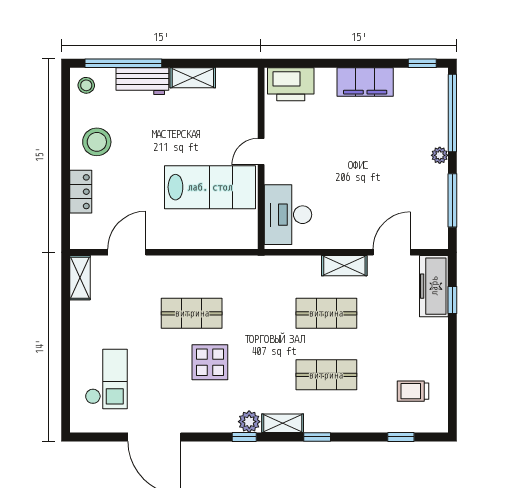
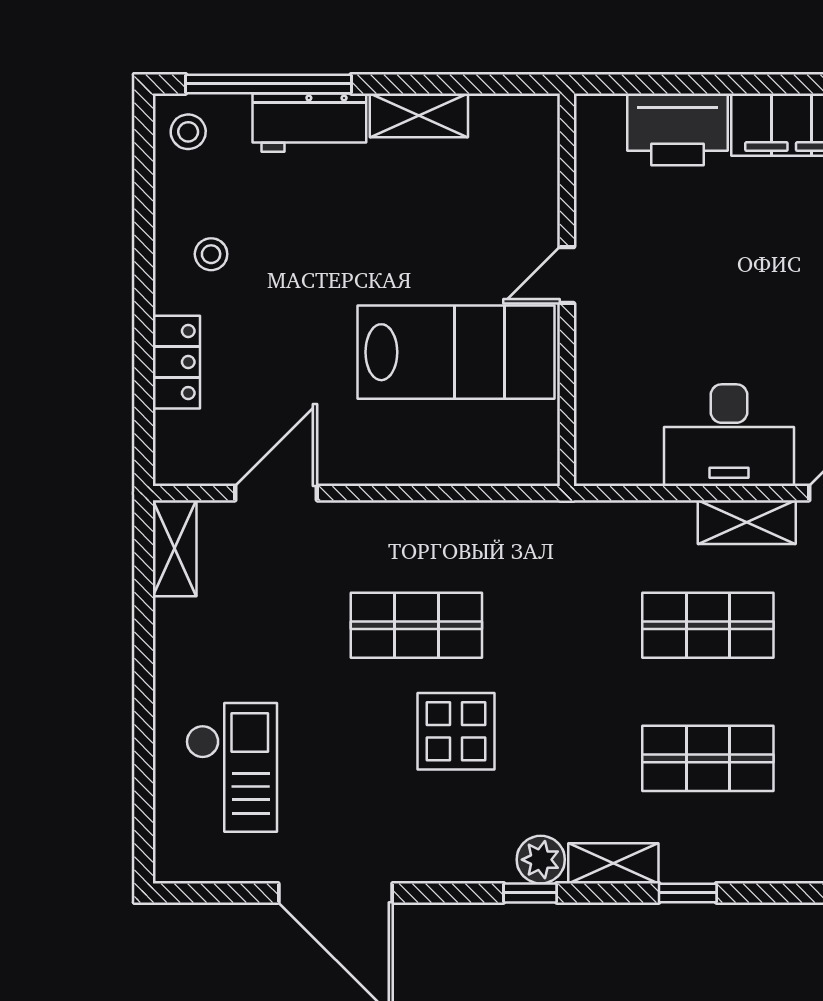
printer: (291, 84) -> (678, 129), moved
stool: (97, 142) -> (211, 254), width x0.53, depth x0.53
desk: (288, 215) -> (729, 435), moved, turned -90

